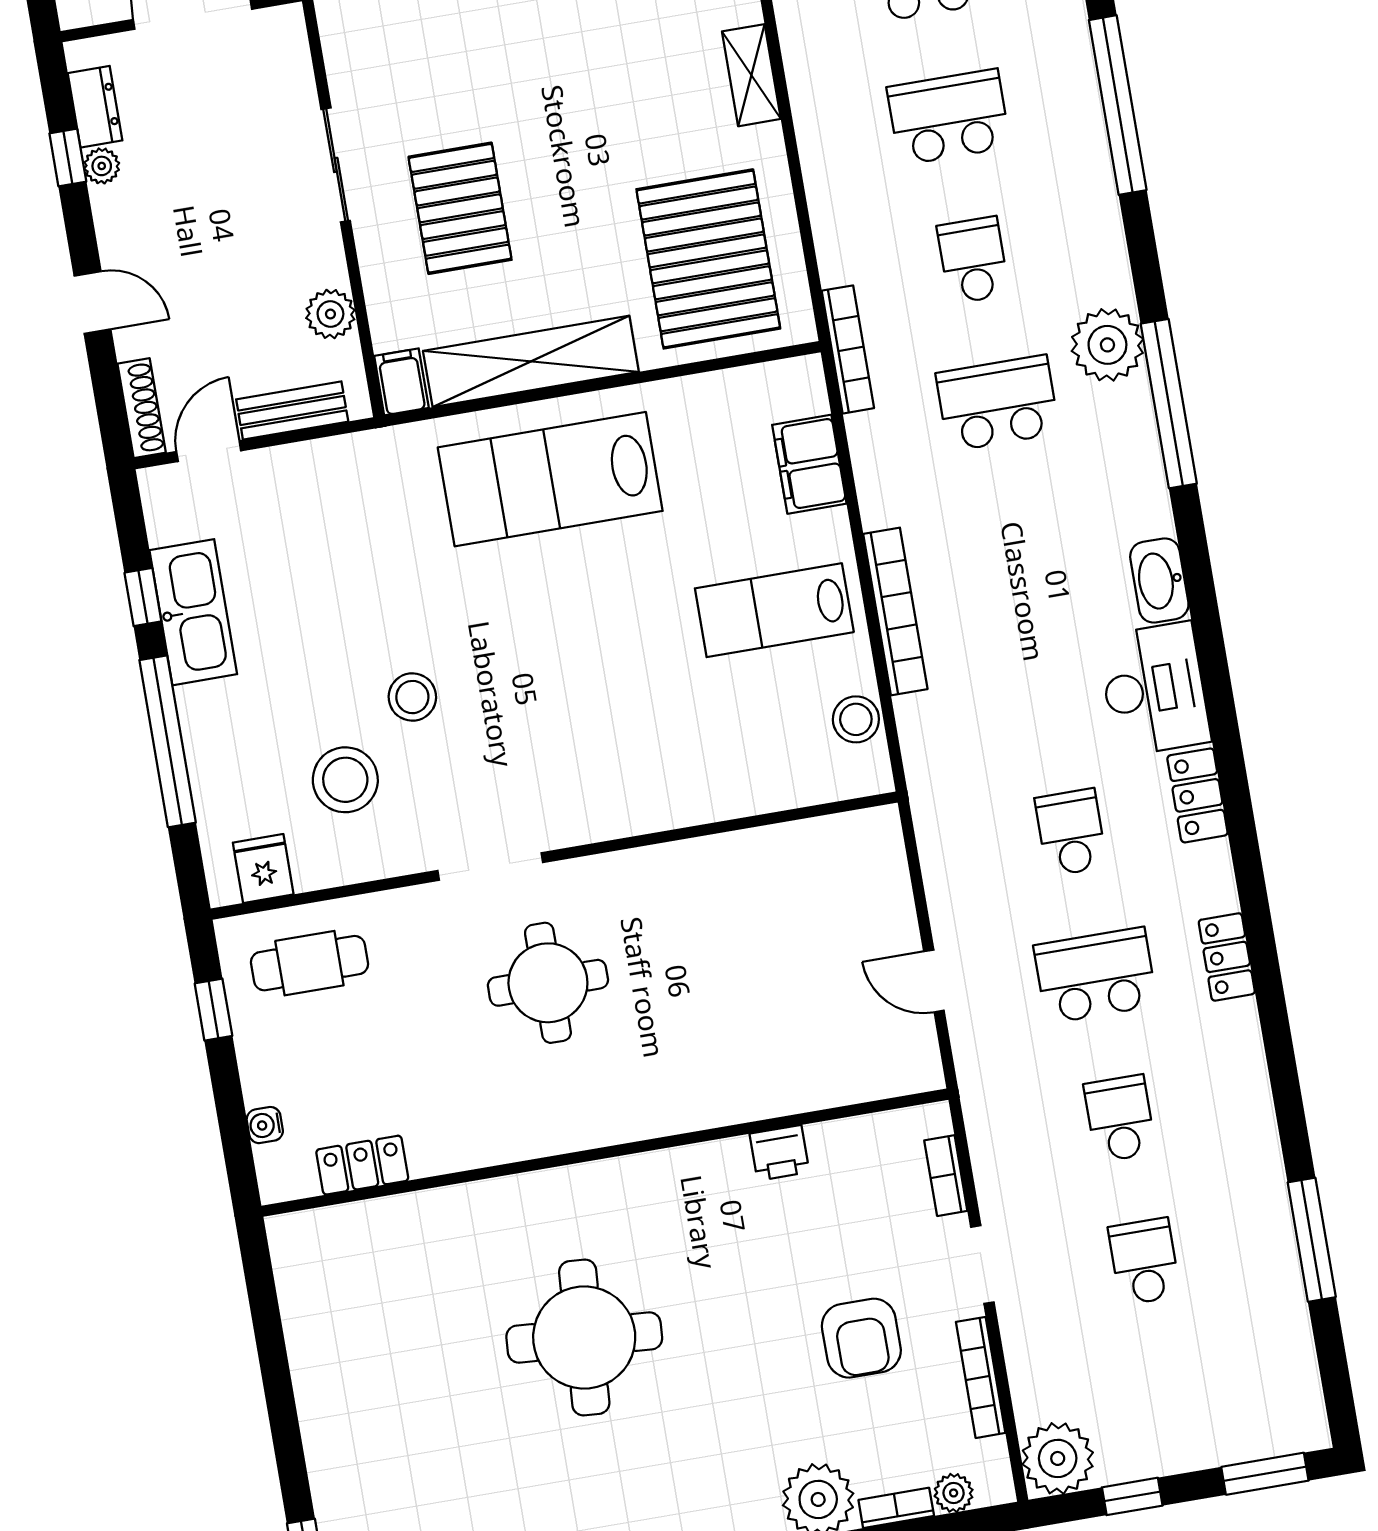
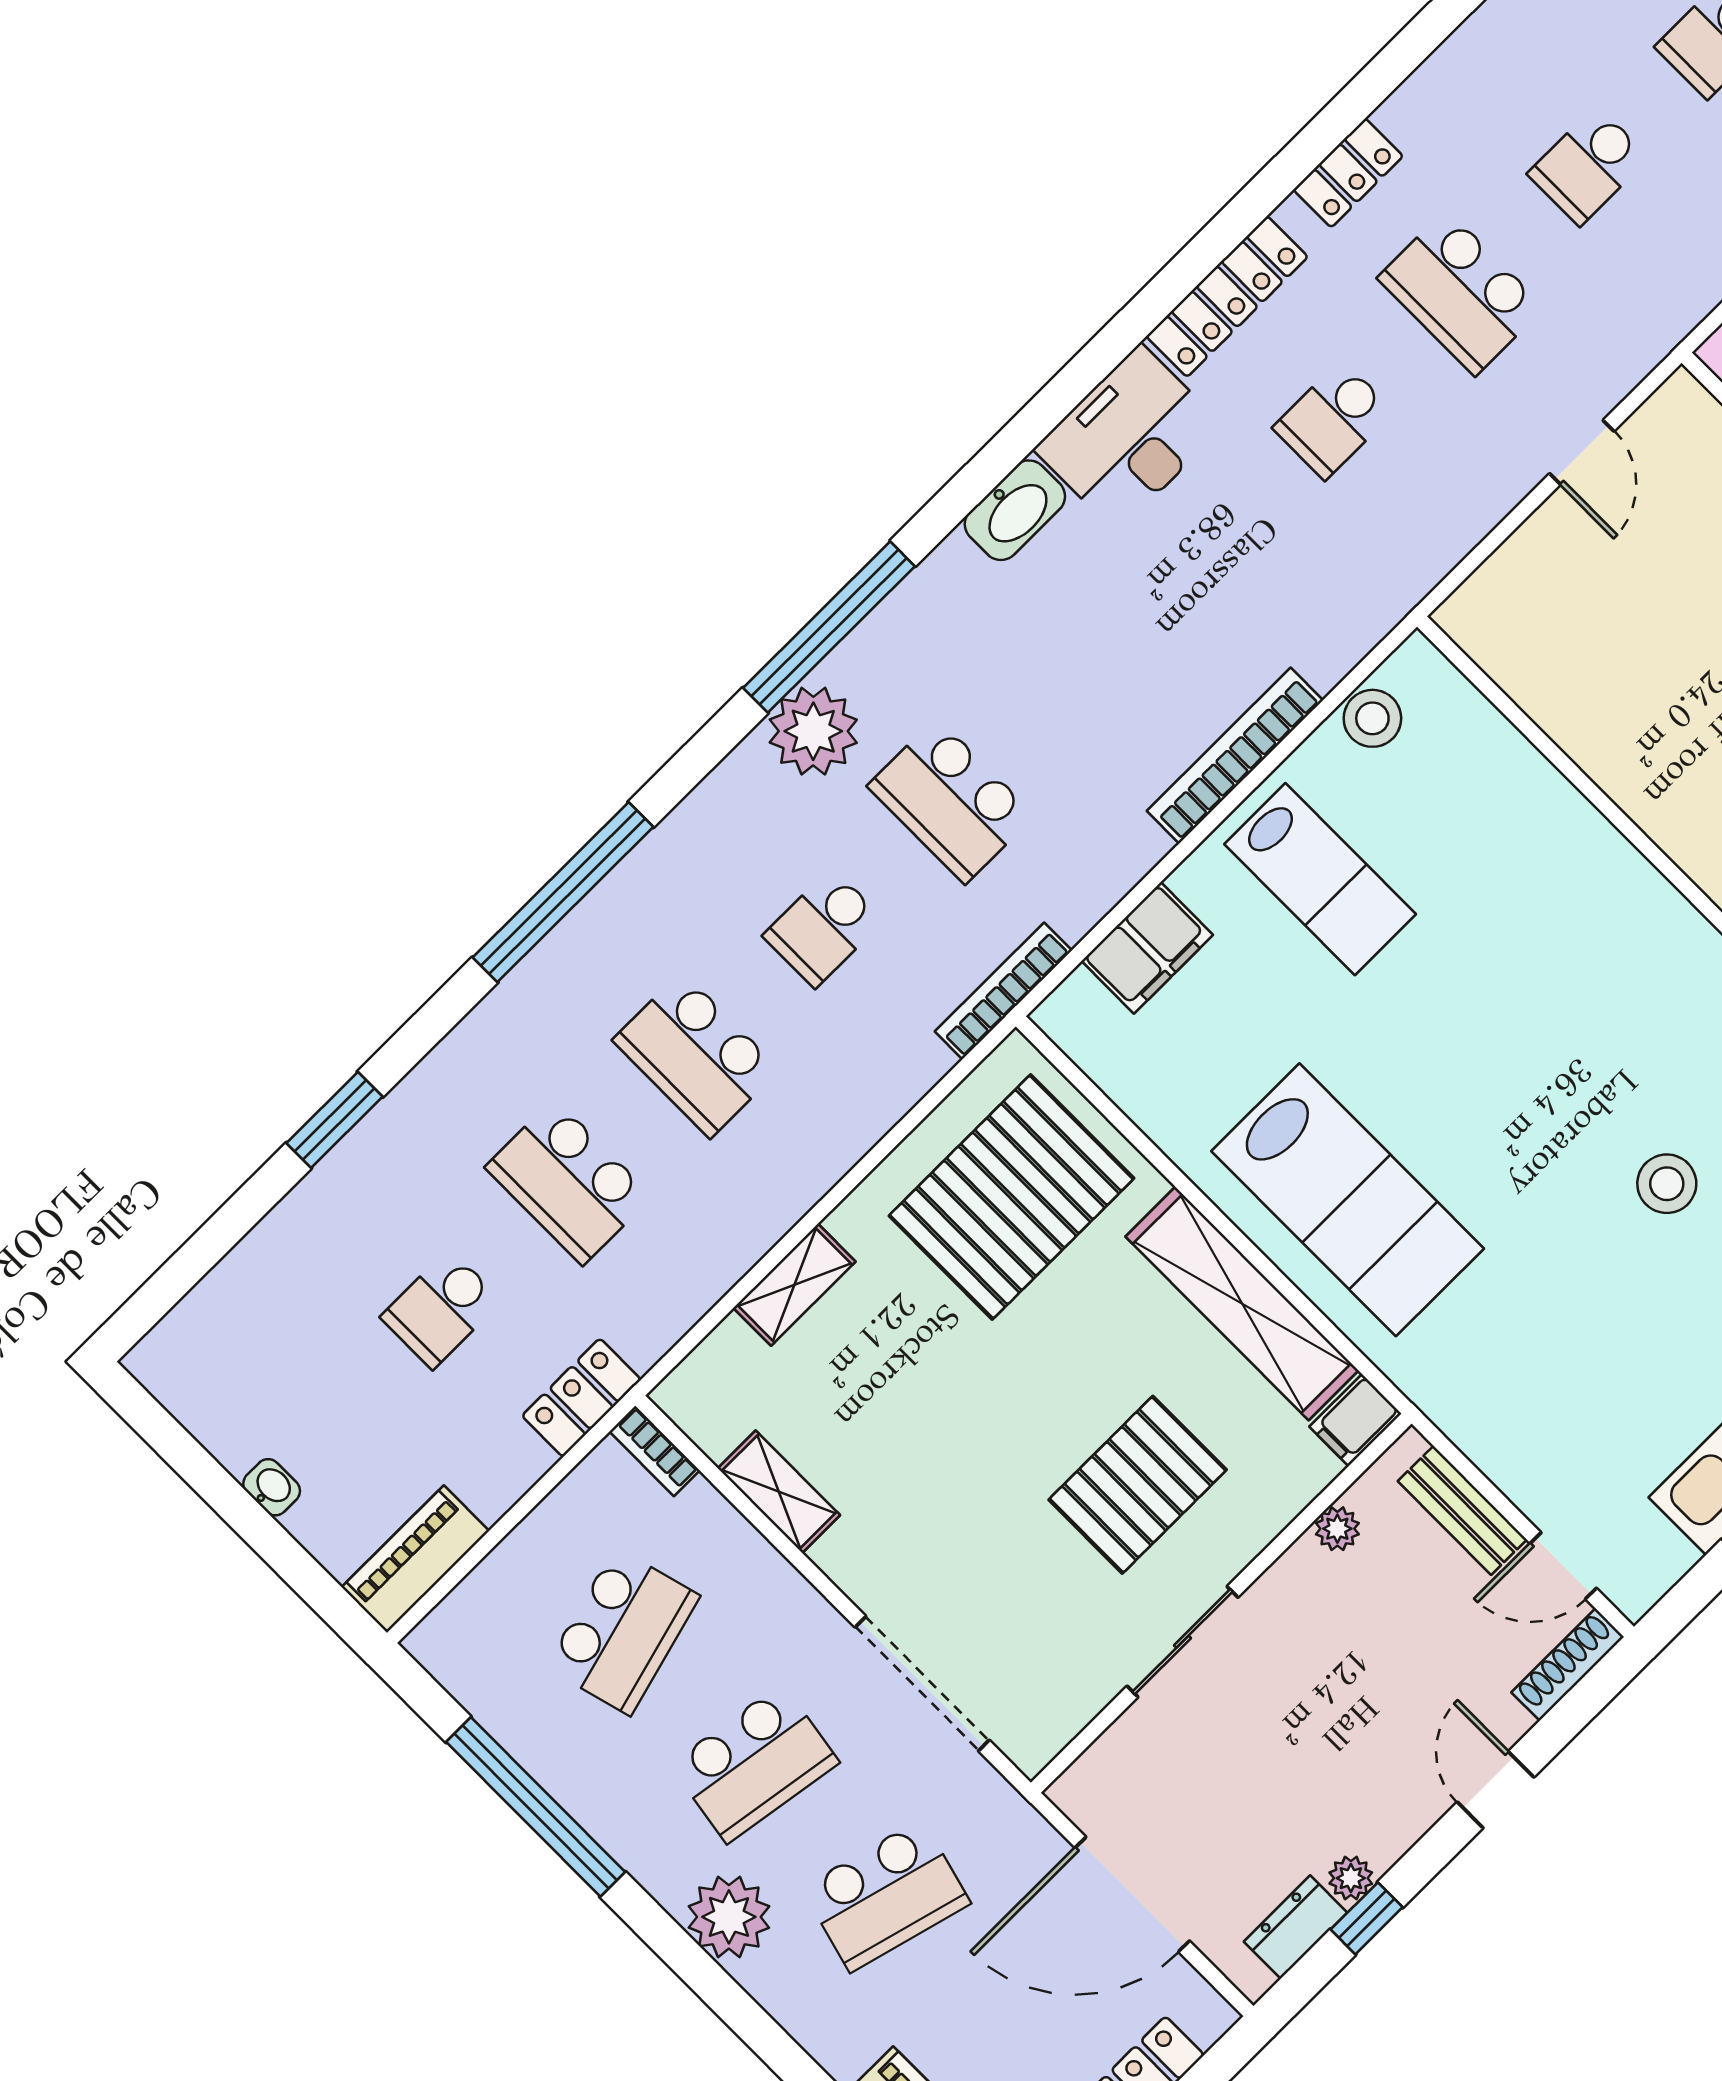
plant: (330, 314) -> (1337, 1529), width x0.73, depth x0.73
locker: (1197, 795) -> (1227, 296), width x1.53

